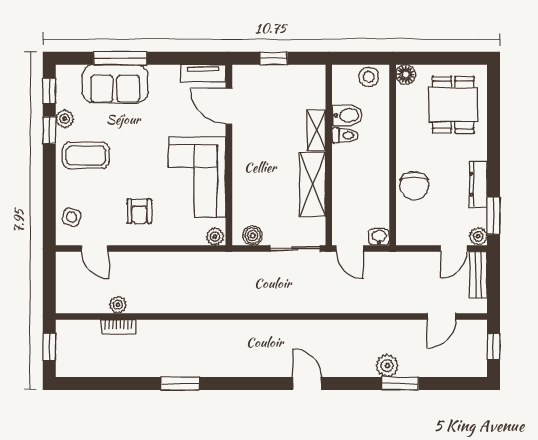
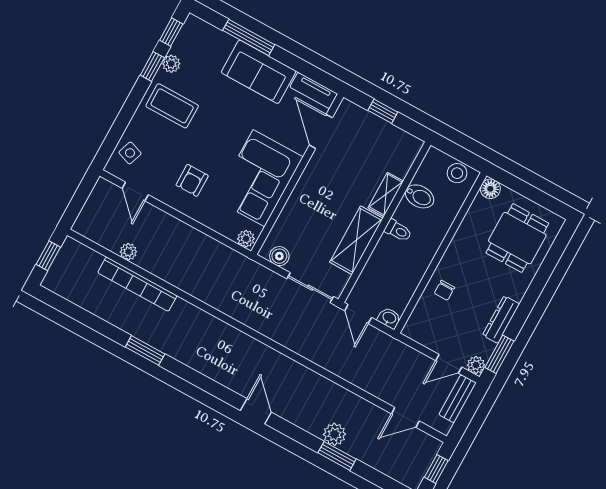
sofa: (115, 84) -> (259, 72), moved
toilet: (345, 135) -> (398, 231), moved
chair: (414, 186) -> (444, 290), width x0.54, depth x0.54
bookcase: (118, 327) -> (137, 284), width x2.31, depth x1.31

